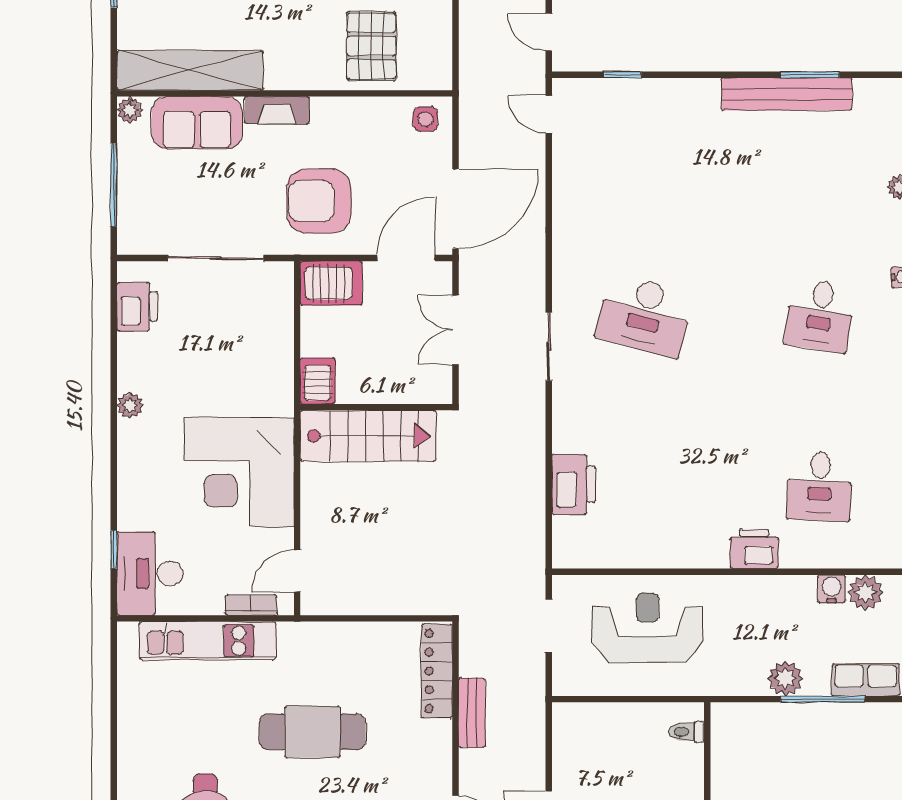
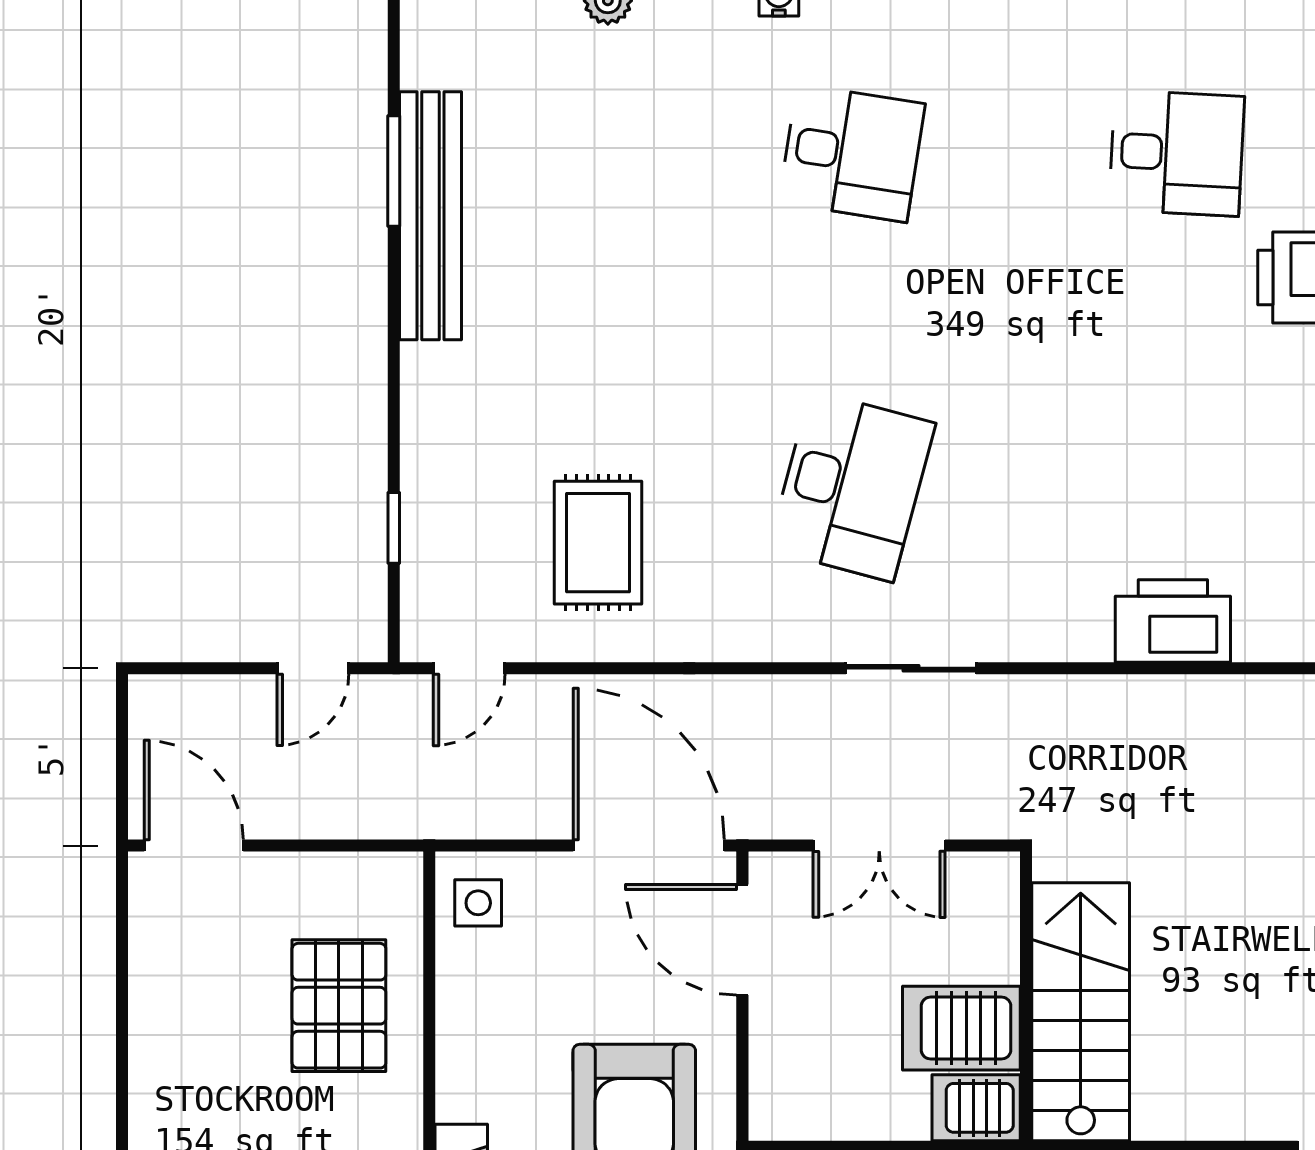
pallet: (371, 46) -> (339, 1006), turned 90
rug: (615, 182) -> (598, 543), added
server rack: (331, 283) -> (961, 1028), moved, turned -90

